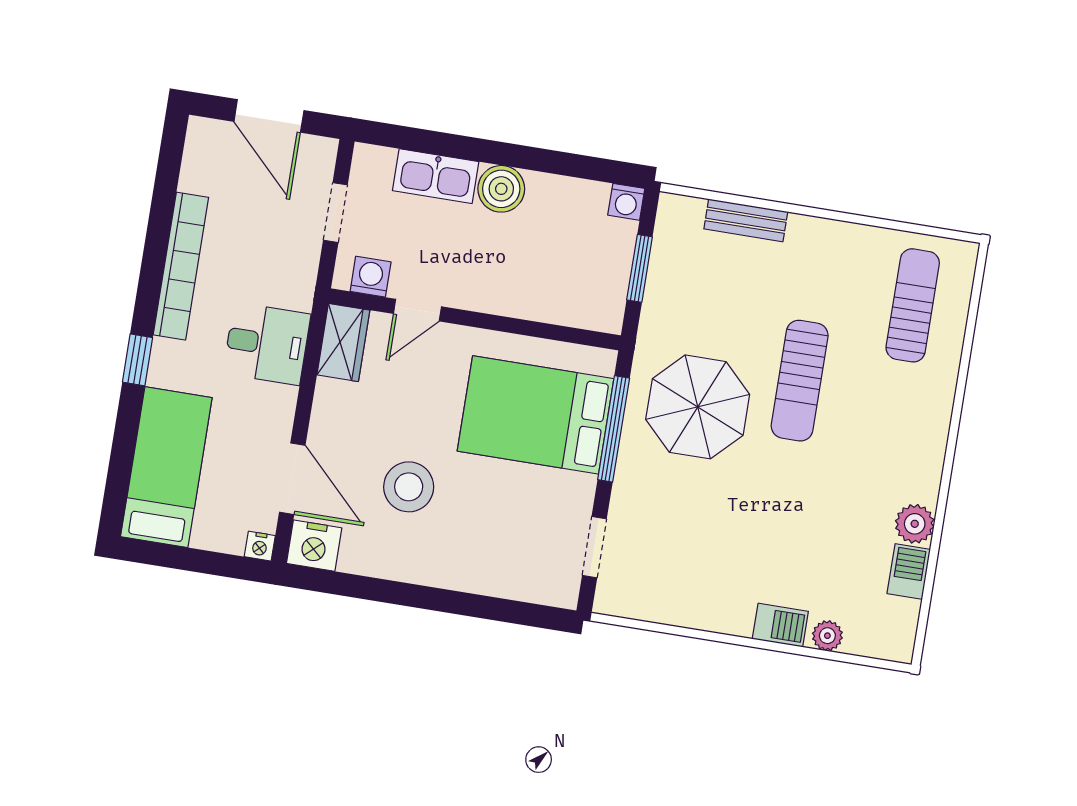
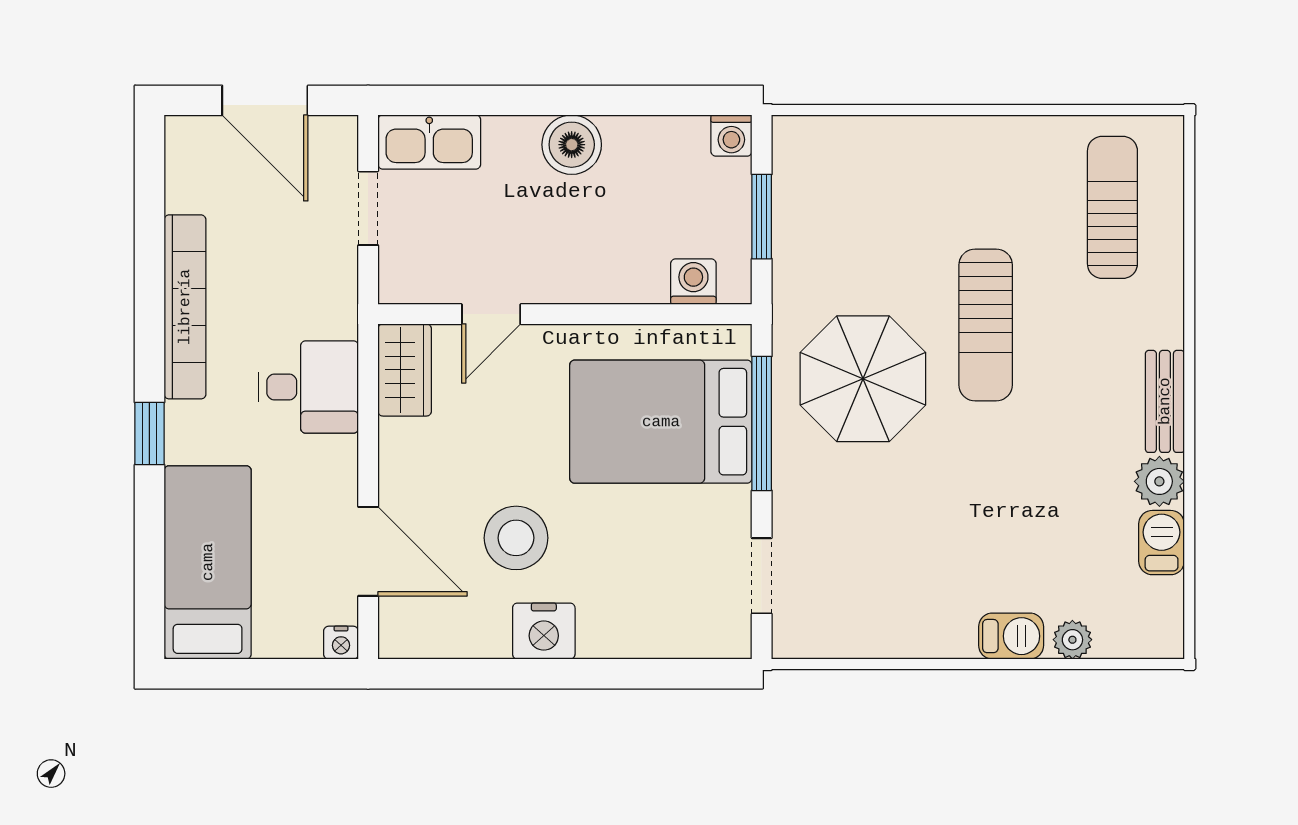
kitchen sink: (436, 176) -> (429, 142), moved
bench: (746, 220) -> (1165, 401), moved, turned 90
washing machine: (371, 277) -> (693, 282), moved
nightstand: (314, 546) -> (544, 631), moved

